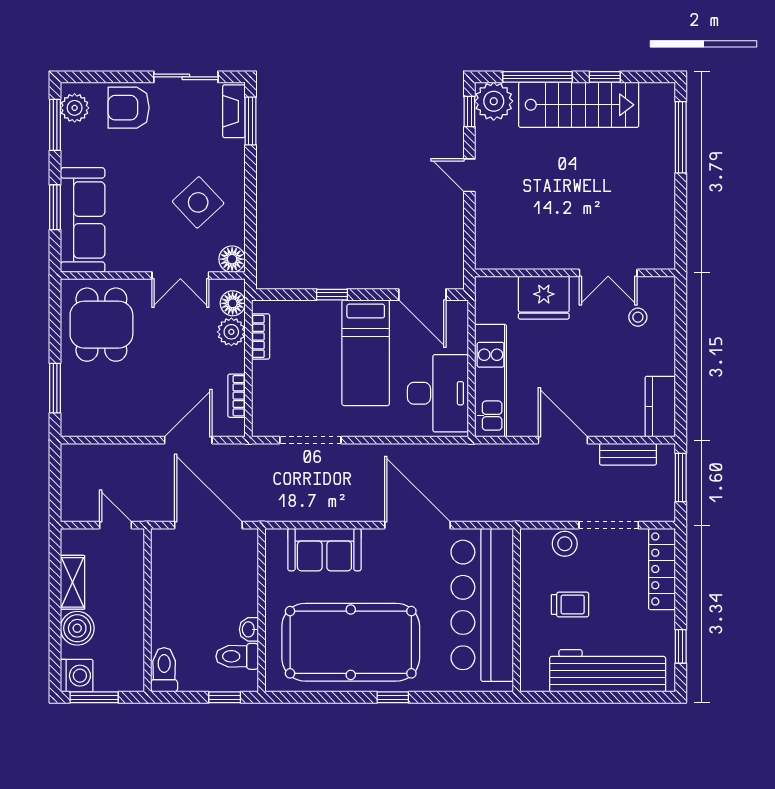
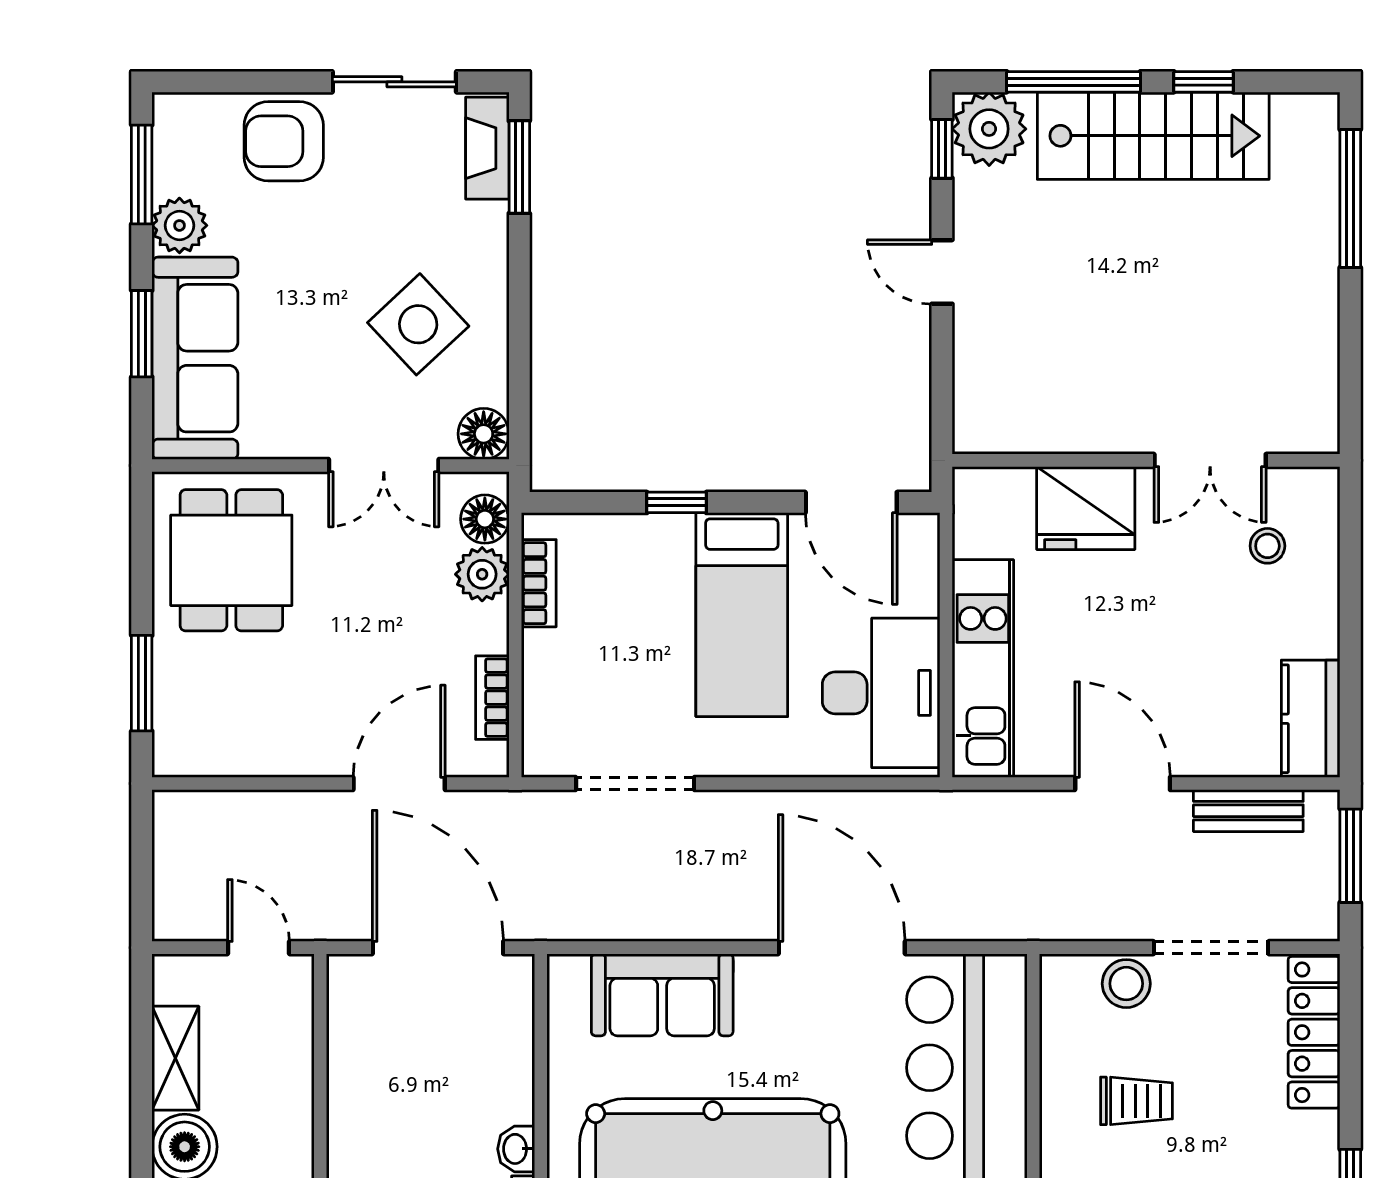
plant: (75, 108) -> (179, 225), moved

